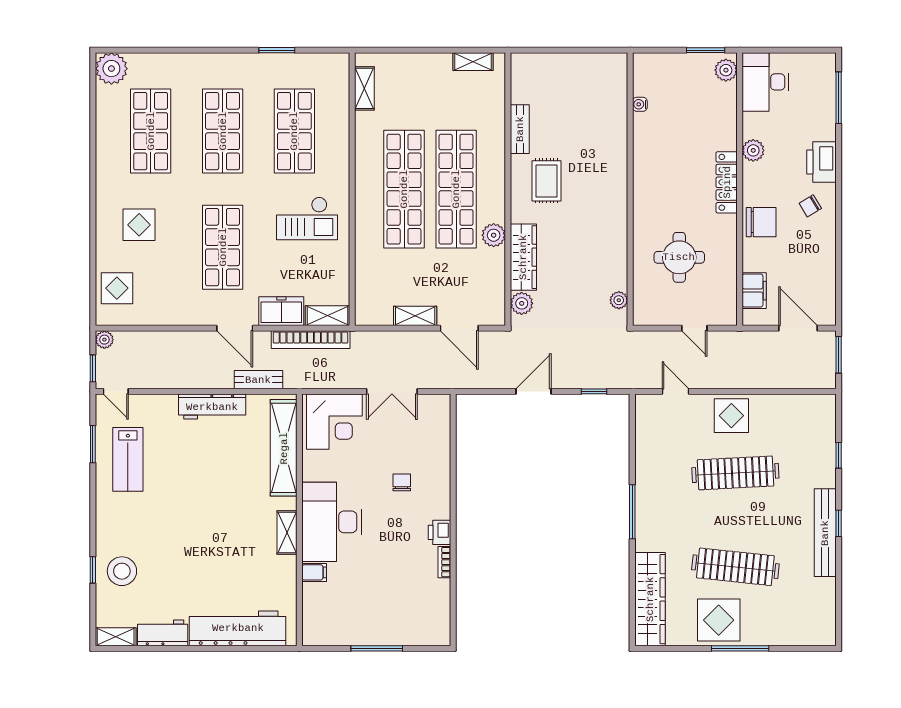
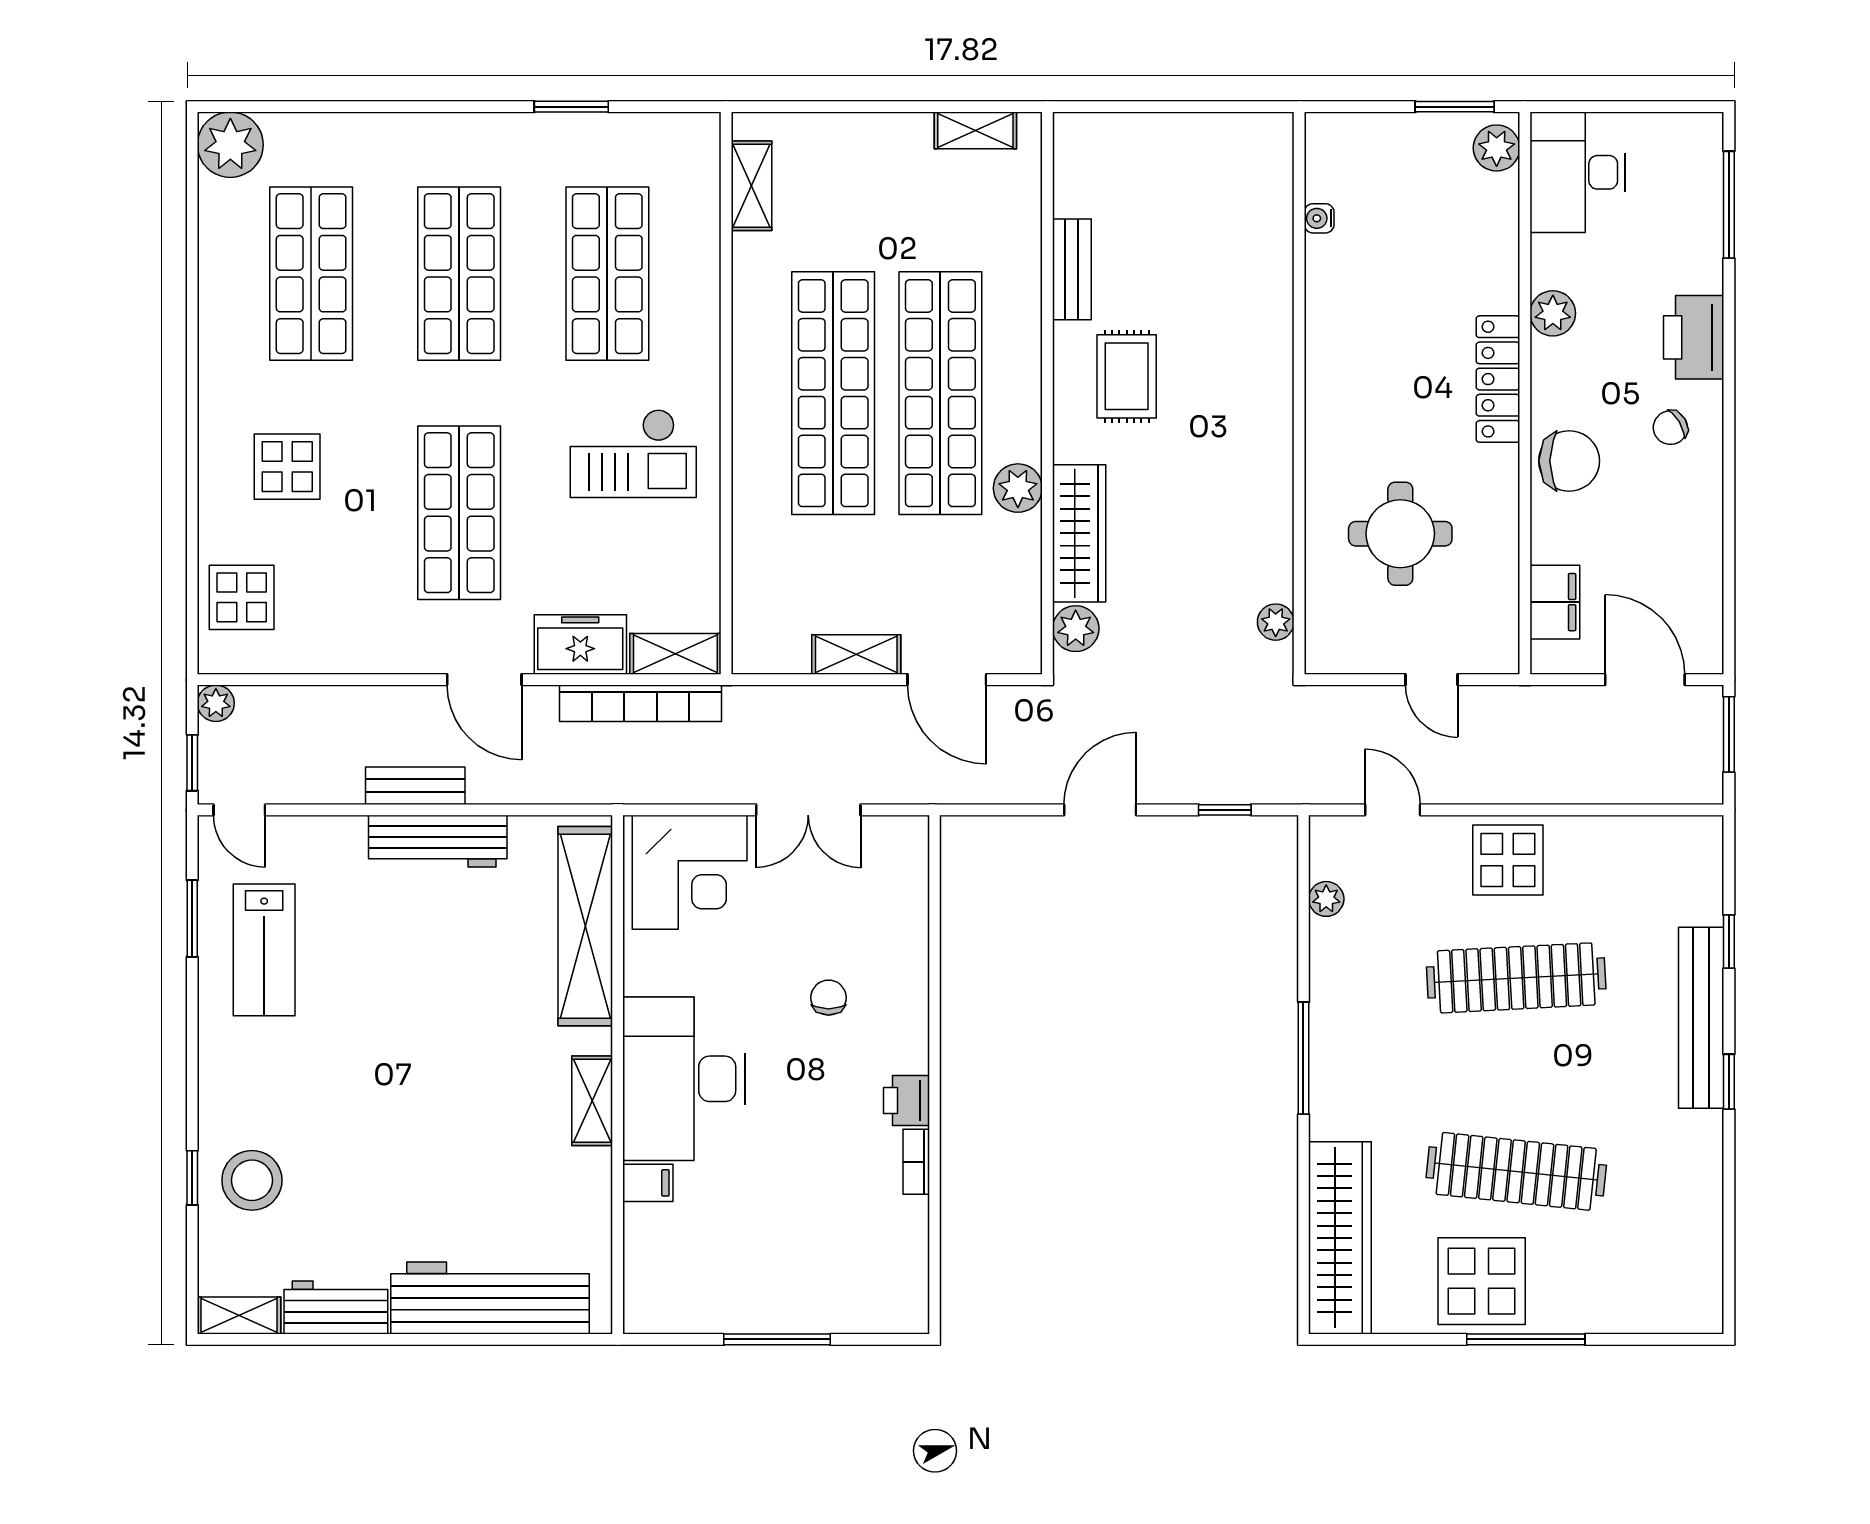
bench: (258, 380) -> (415, 786), moved
plant: (643, 435) -> (1326, 899), added
bench: (825, 533) -> (1701, 1018), moved

